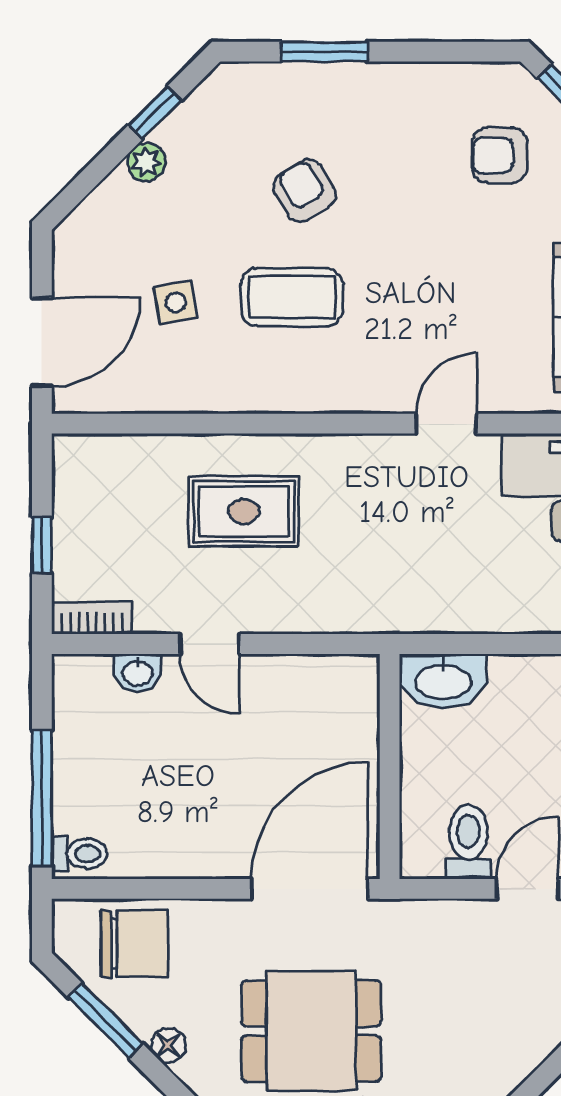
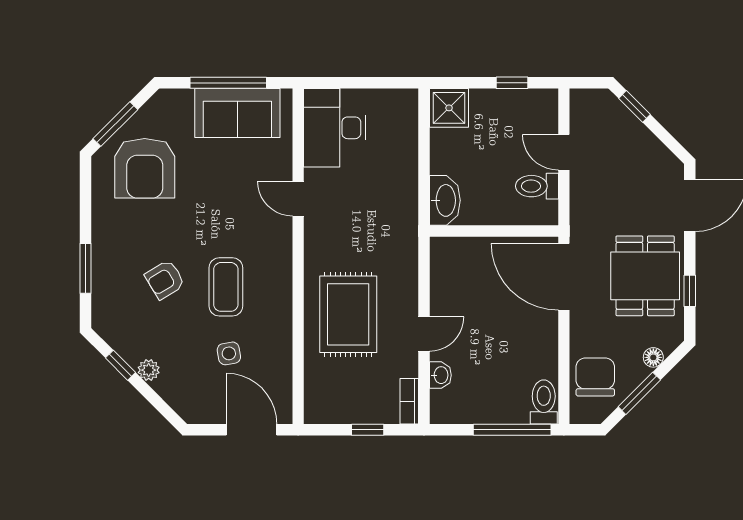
armchair: (499, 155) -> (145, 168), width x1.88, depth x1.88
rug: (244, 511) -> (348, 314), width x1.36, depth x1.43
toilet: (80, 854) -> (544, 402), width x1.37, depth x1.39

